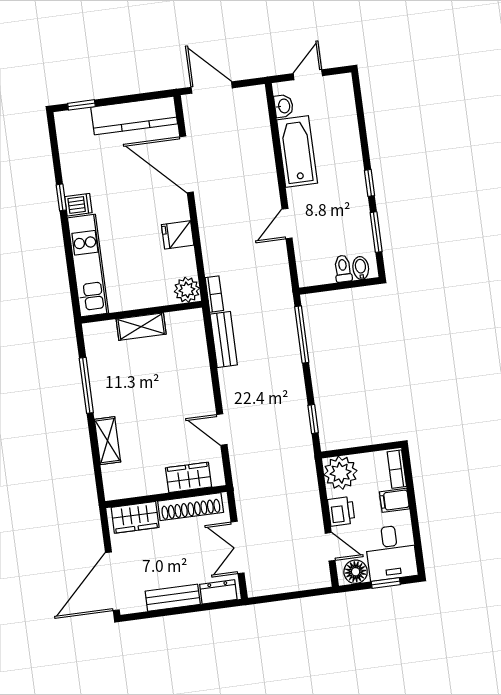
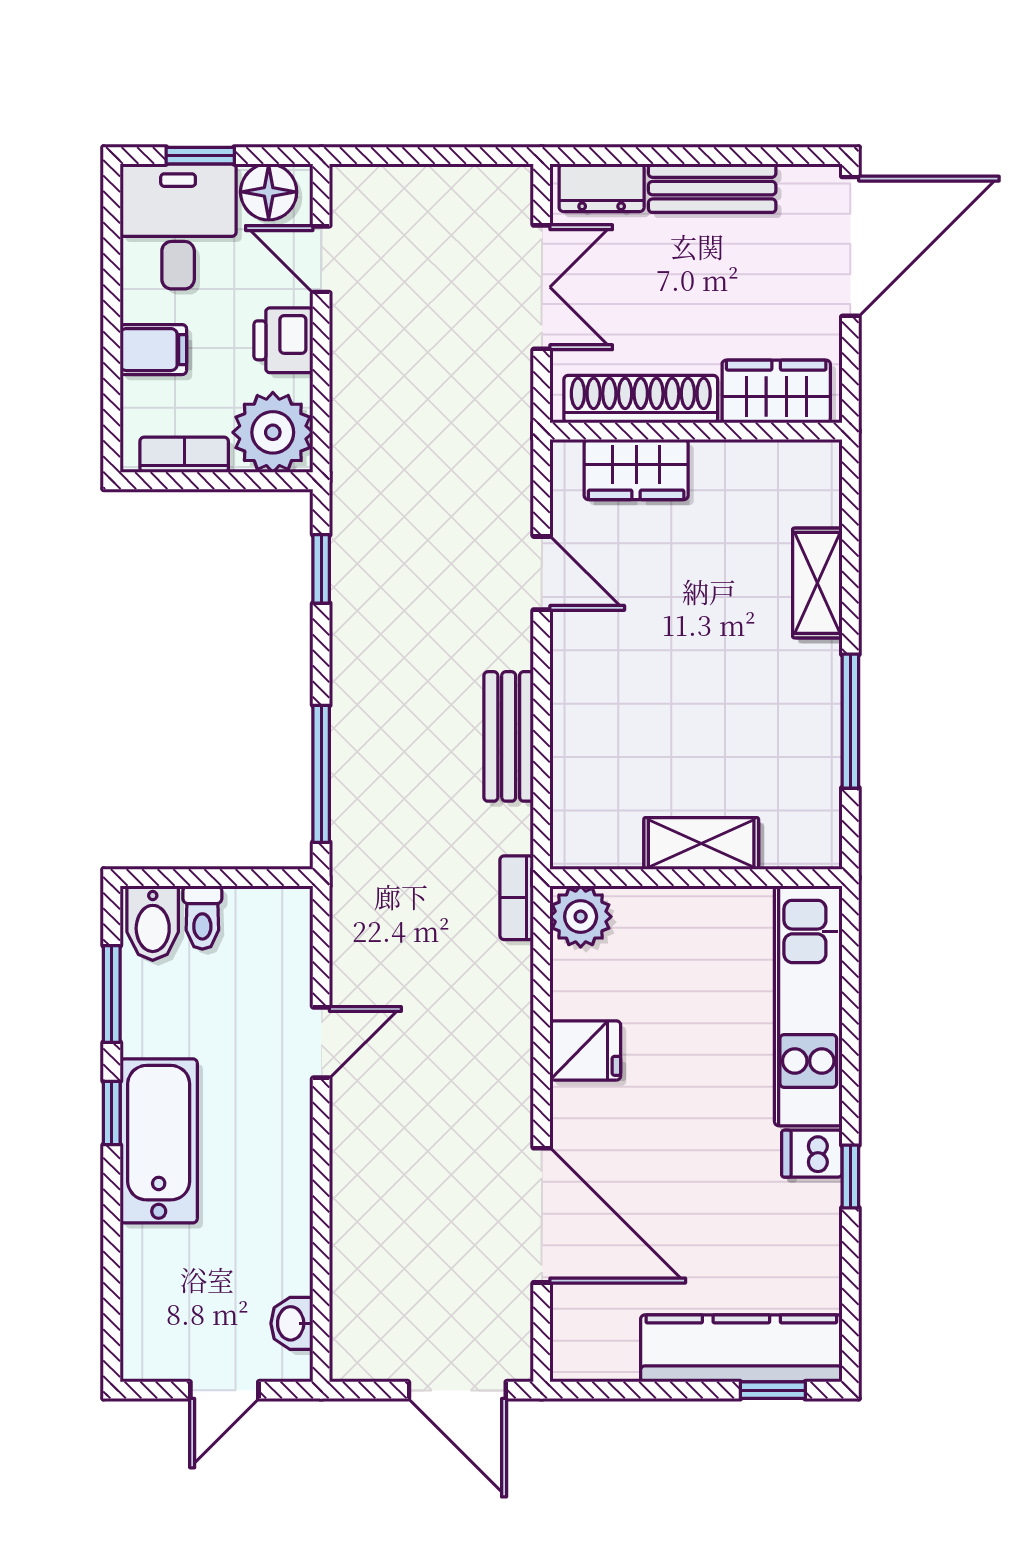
kitchen counter: (134, 115) -> (741, 1348), moved
bathtub: (297, 151) -> (159, 1141), moved, turned 180
bidet: (361, 268) -> (153, 923), width x1.38, depth x1.36
bench: (224, 339) -> (509, 736), moved
bookcase: (397, 469) -> (184, 455), moved, turned -90

